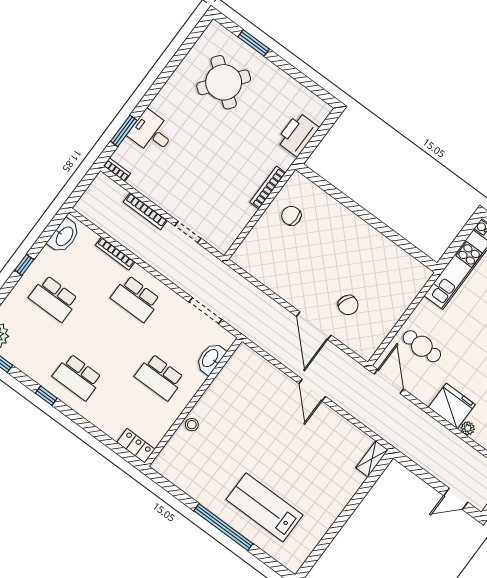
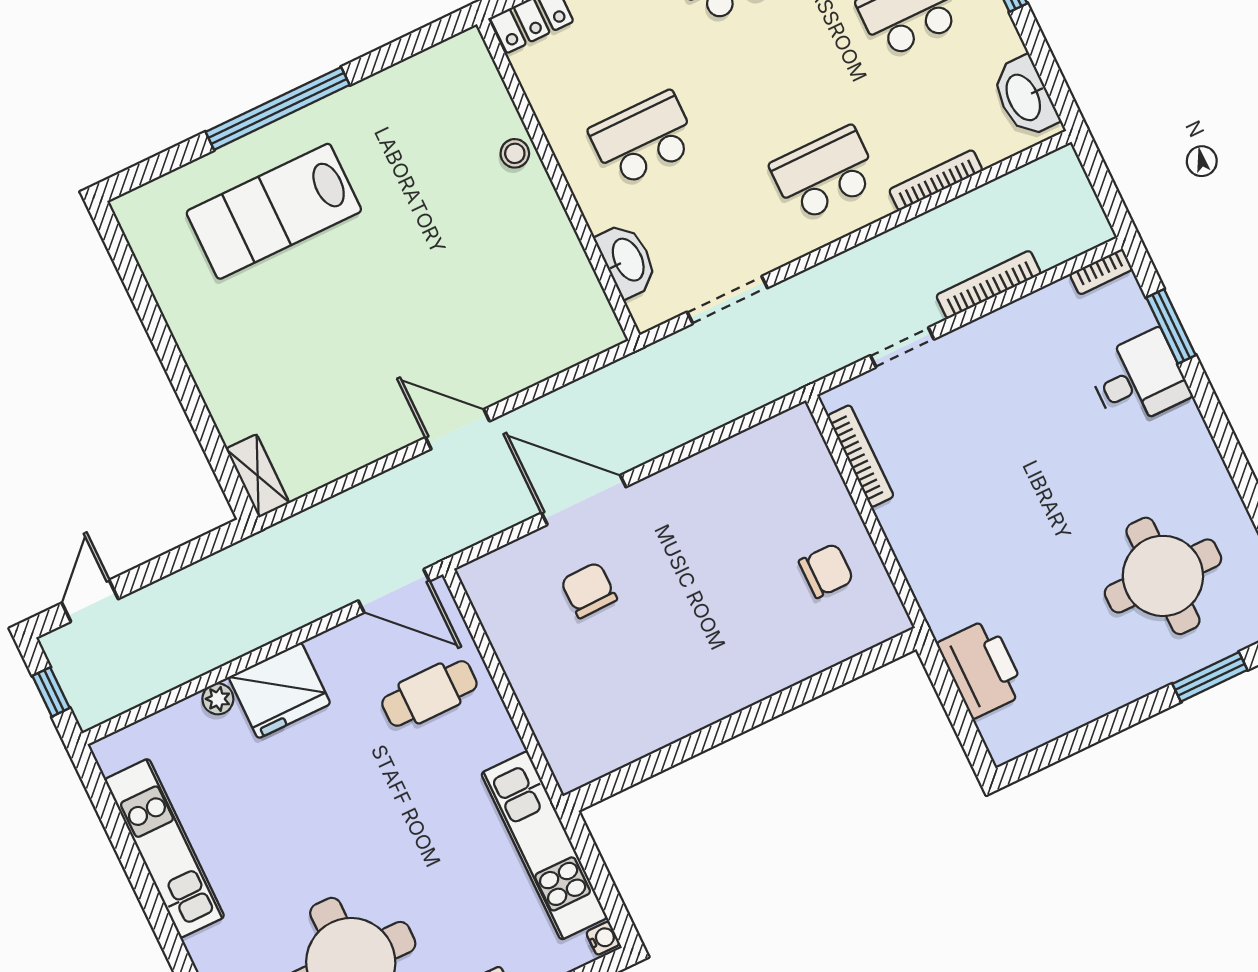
round table: (224, 82) -> (1163, 576), turned -38
bookcase: (268, 188) -> (860, 456), moved
chair: (348, 305) -> (589, 590), turned 63
lab bench: (265, 507) -> (274, 211), turned 180

